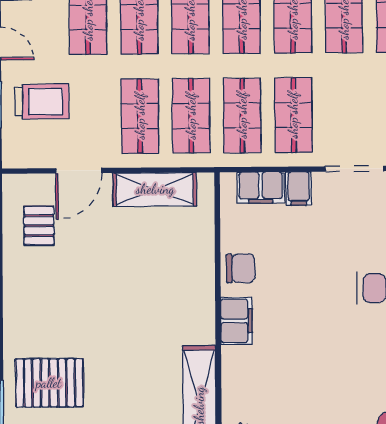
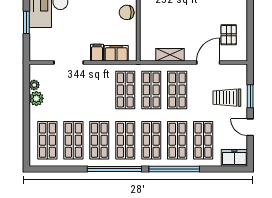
shop shelf: (293, 115) -> (99, 90), removed
shelving: (155, 189) -> (170, 55), width x0.67, depth x0.75

